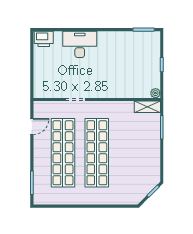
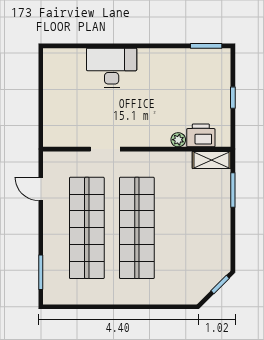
printer: (44, 39) -> (201, 135), moved, turned 180
plant: (155, 93) -> (178, 140), moved
door: (32, 126) -> (41, 189), swing flipped

